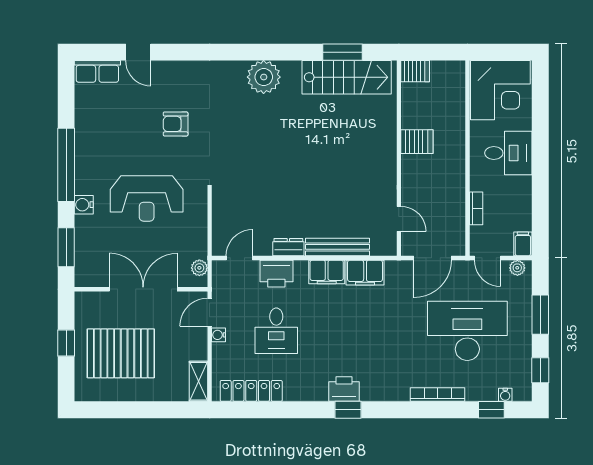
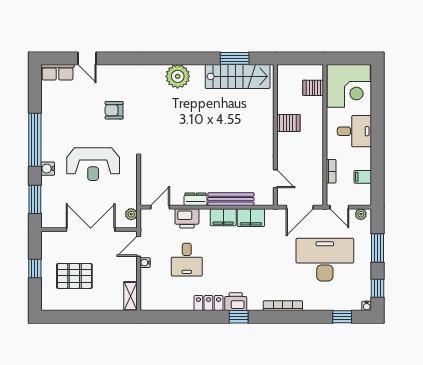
server rack: (415, 71) -> (313, 88), moved, turned 180
filing cabinet: (523, 244) -> (363, 177), moved, turned -90
pallet: (121, 353) -> (74, 276), width x0.73, depth x0.71
locker: (251, 391) -> (208, 303), moved, width x0.66
bookcase: (438, 395) -> (283, 306), moved
water cooler: (505, 395) -> (367, 306), moved

